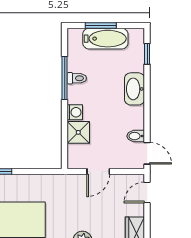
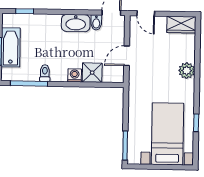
window: (65, 78) -> (29, 83), moved
washbasin: (135, 89) -> (76, 23), moved
door: (98, 171) -> (127, 56), swing flipped

